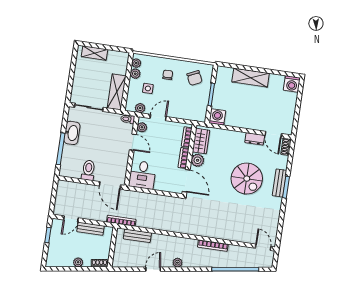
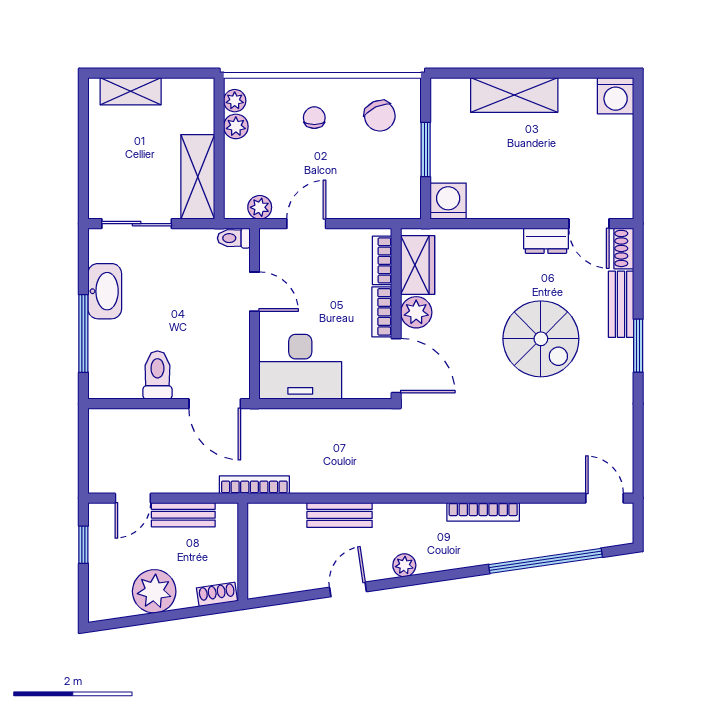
side table: (148, 88) -> (271, 157), removed
plant: (142, 127) -> (271, 253), removed
desk: (142, 175) -> (300, 367), width x1.37
bench: (279, 183) -> (621, 304), moved
bench: (137, 236) -> (340, 515), moved
plant: (78, 262) -> (154, 591), width x1.88, depth x1.88

